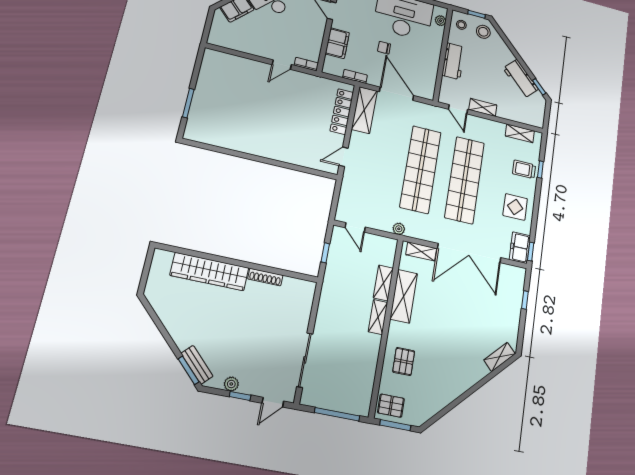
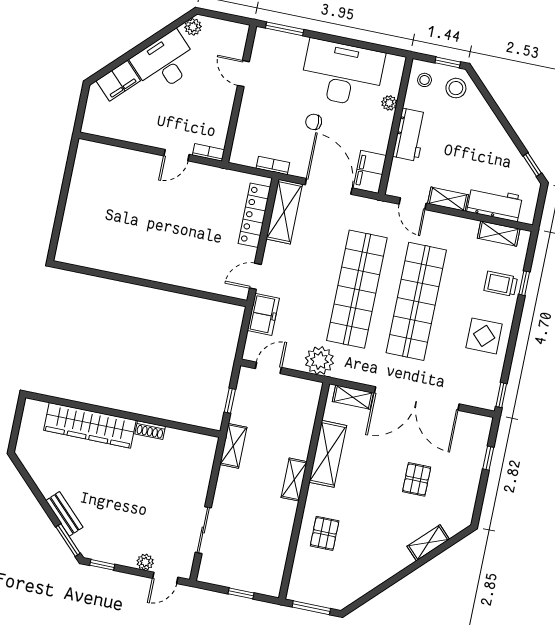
plant: (441, 21) -> (389, 103), moved
filing cabinet: (337, 43) -> (370, 172), moved, turned 180
workbench: (521, 79) -> (495, 204), moved, turned 135
window: (188, 103) -> (60, 214), removed
door: (355, 227) -> (268, 368), swing flipped
plant: (399, 229) -> (319, 361), width x1.88, depth x1.88
freezer: (520, 248) -> (263, 314), moved, turned 180
shoe rack: (265, 277) -> (150, 430), width x0.70
shelving: (383, 283) -> (233, 446), moved
shelving: (500, 357) -> (428, 543), moved
sliding door: (305, 360) -> (203, 530), width x0.73
bench: (197, 365) -> (64, 514), moved
plant: (231, 384) -> (145, 562), moved
window: (240, 396) -> (102, 565), moved
pallet: (391, 406) -> (417, 479), moved, turned 90
window: (337, 414) -> (241, 593), width x0.46

